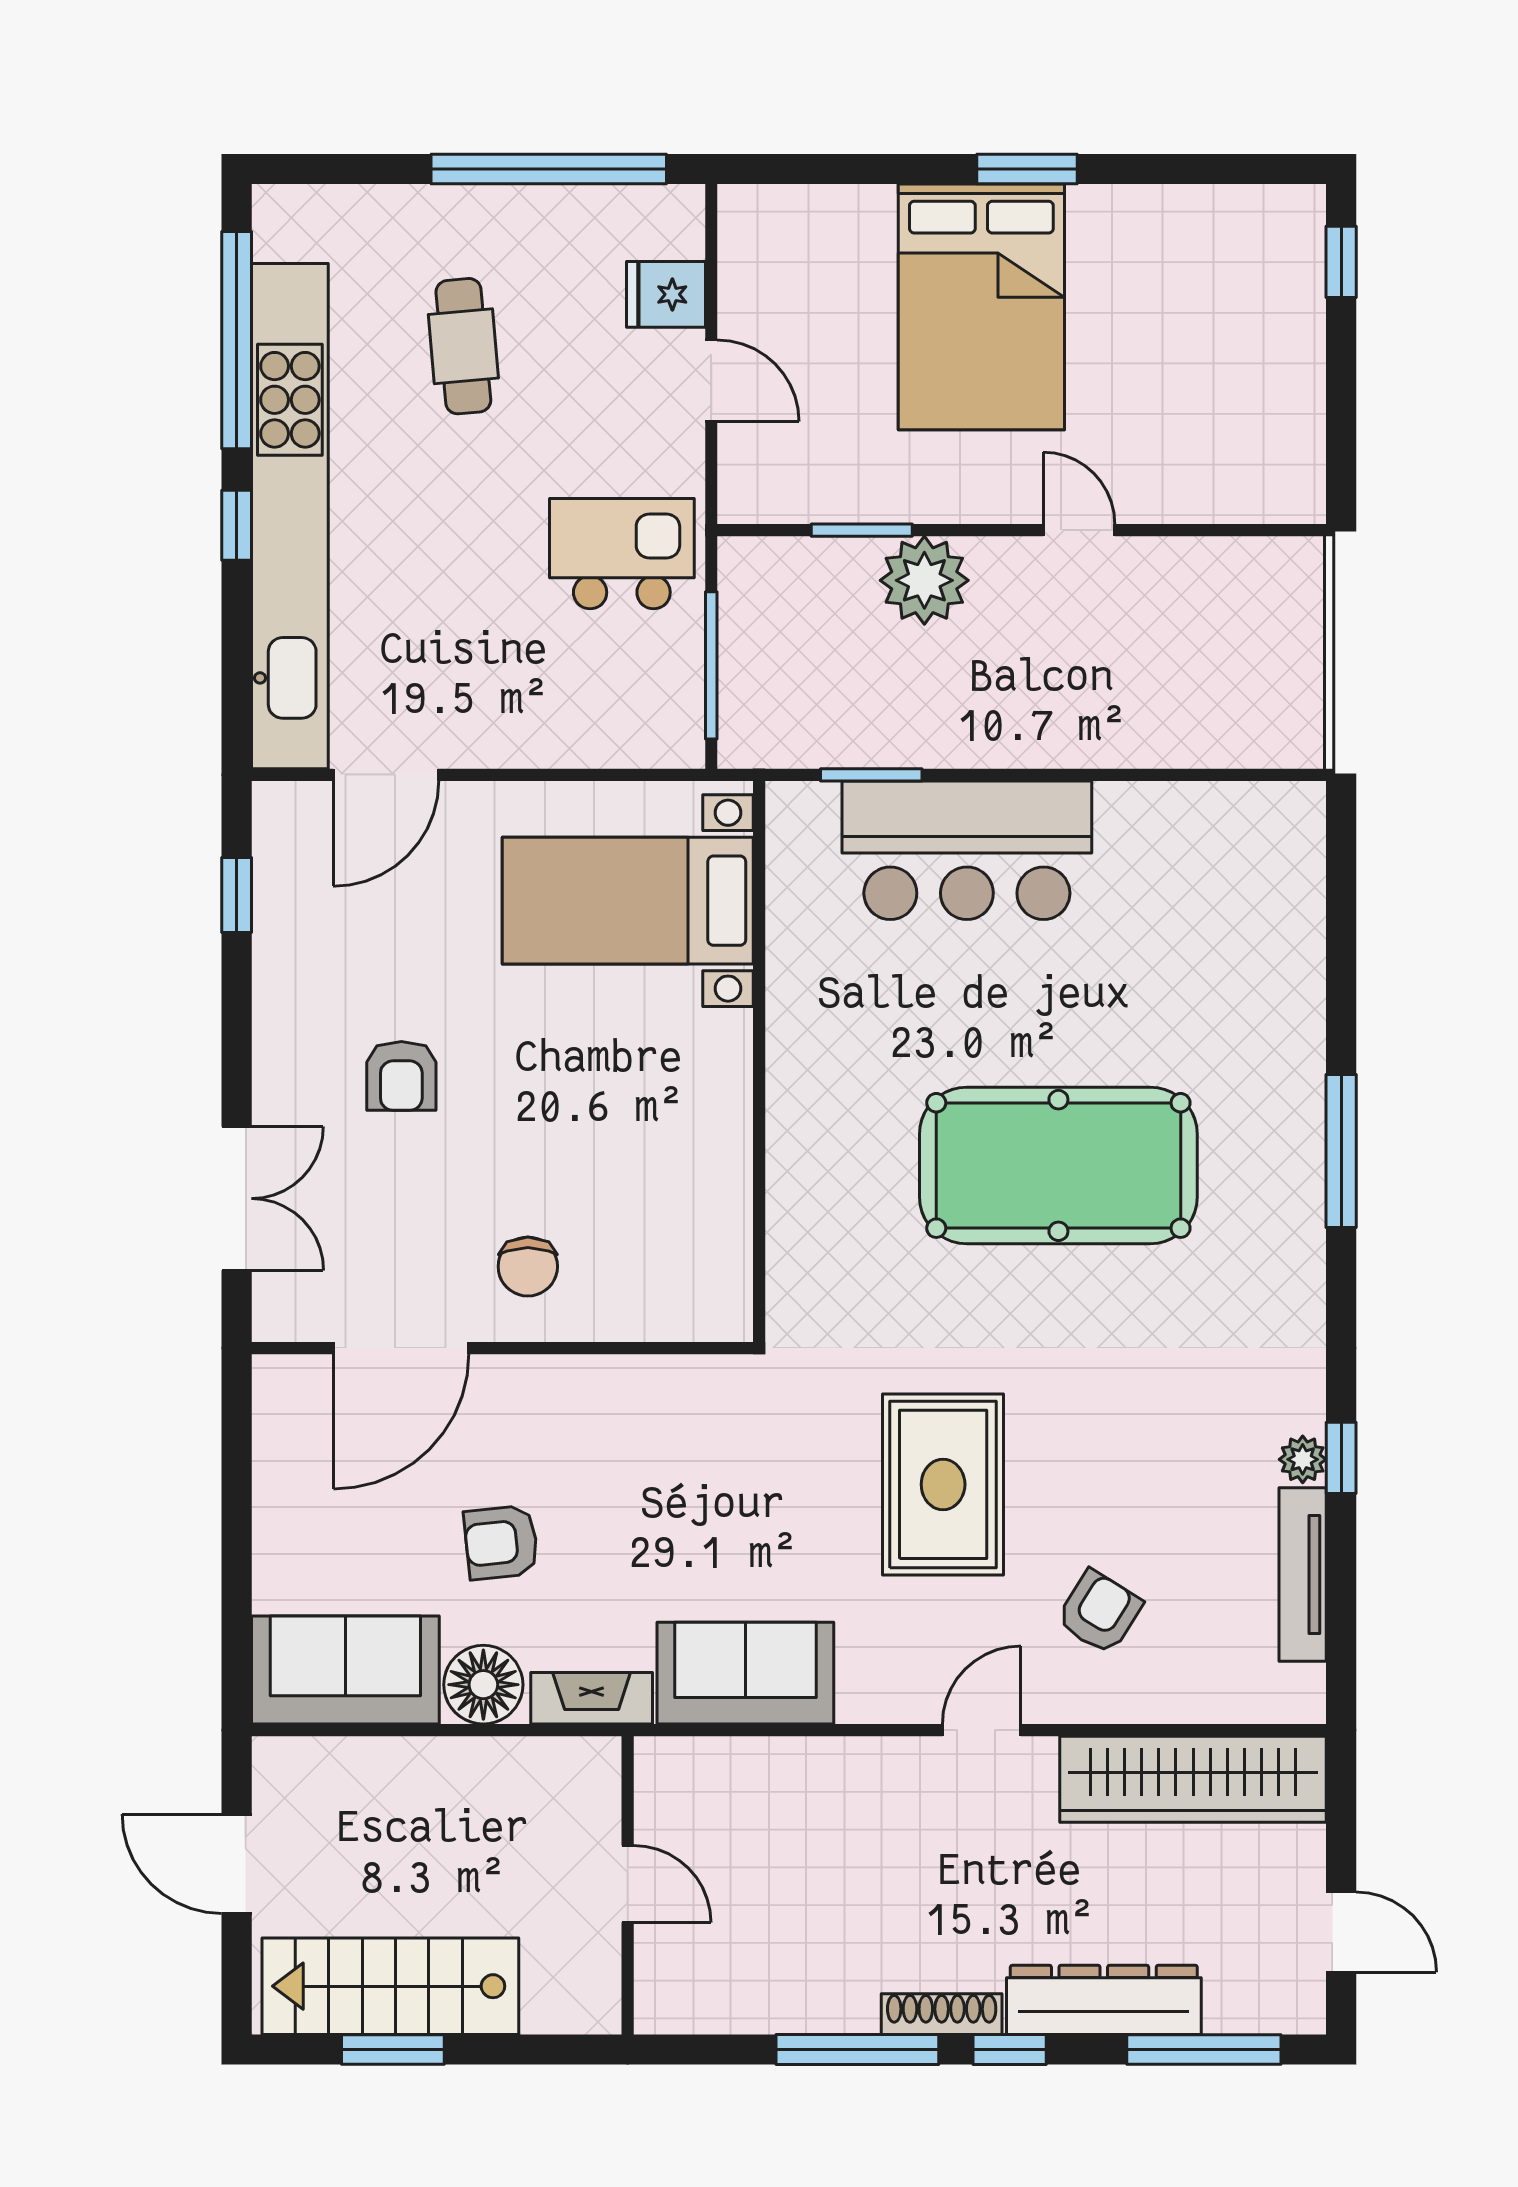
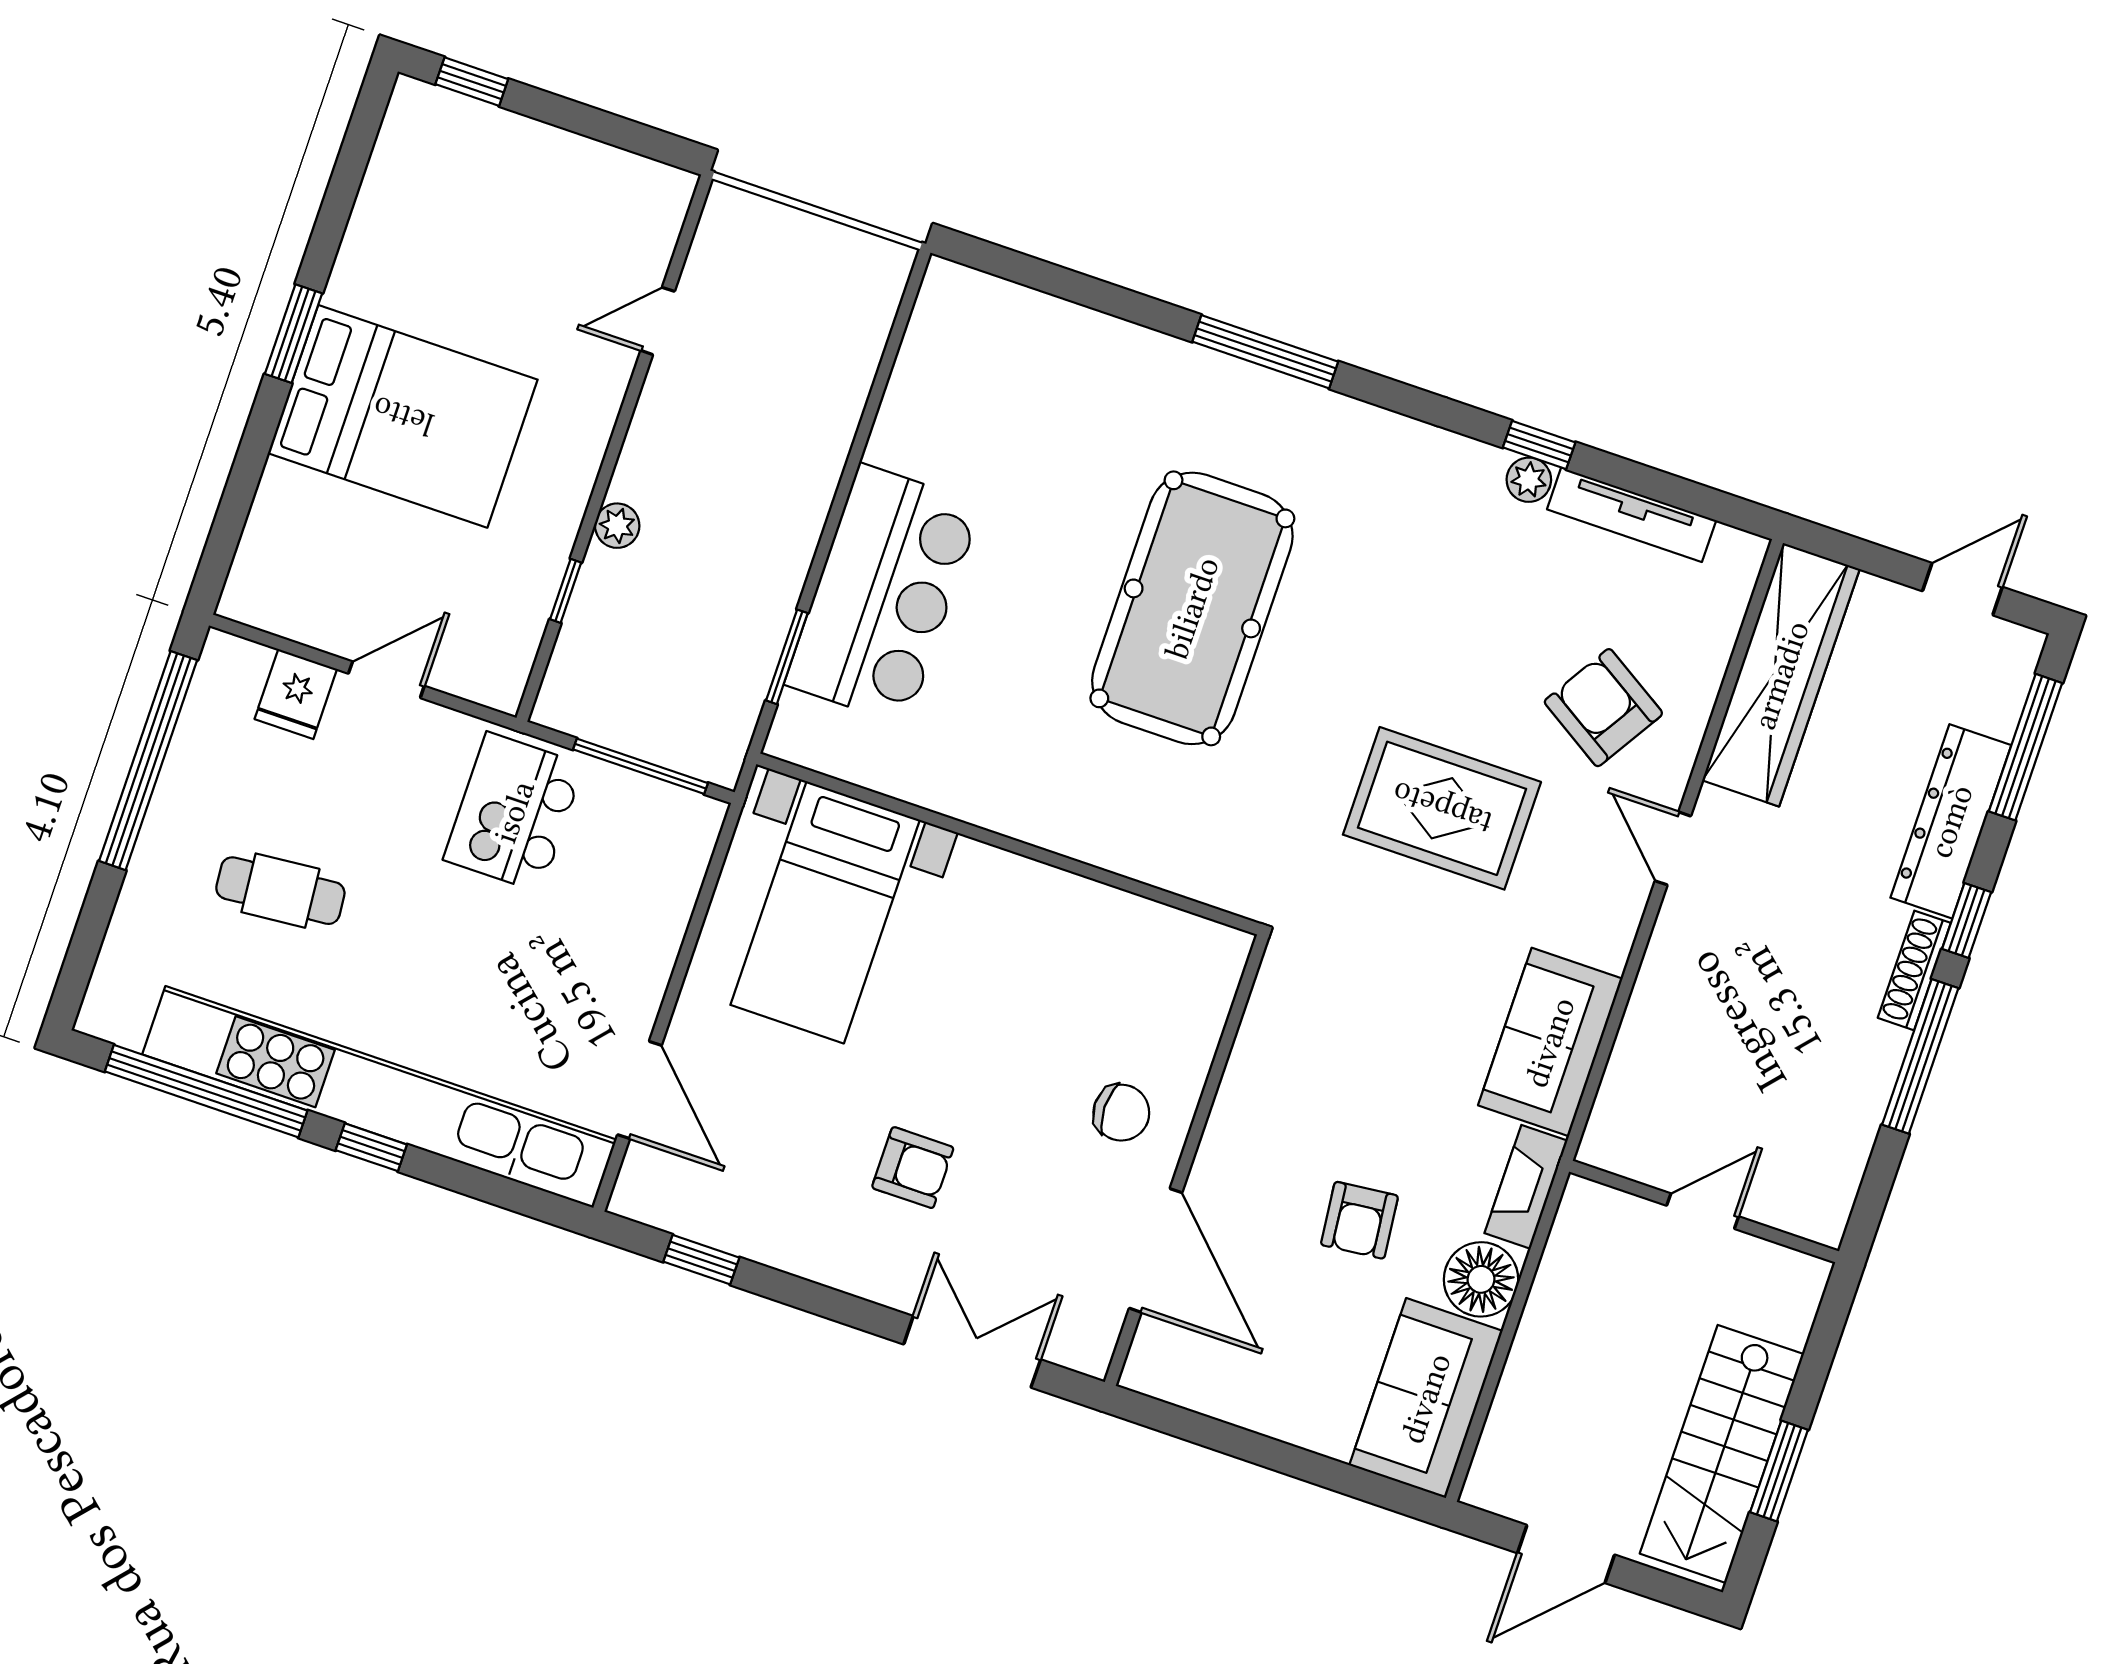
window: (862, 530) -> (566, 591), width x0.67
door: (1079, 530) -> (658, 321), moved
plant: (924, 580) -> (617, 526), width x0.53, depth x0.53
armchair: (1099, 1612) -> (1603, 708), width x1.38, depth x1.38

